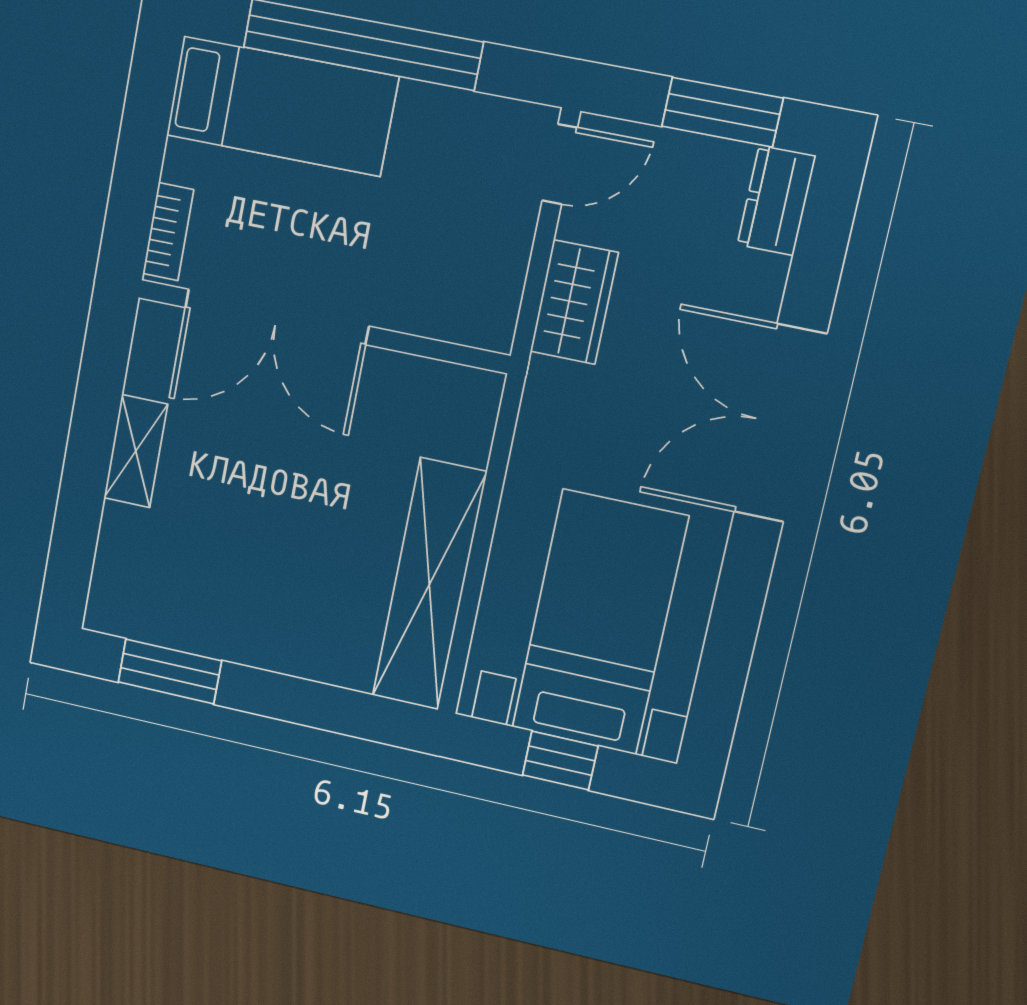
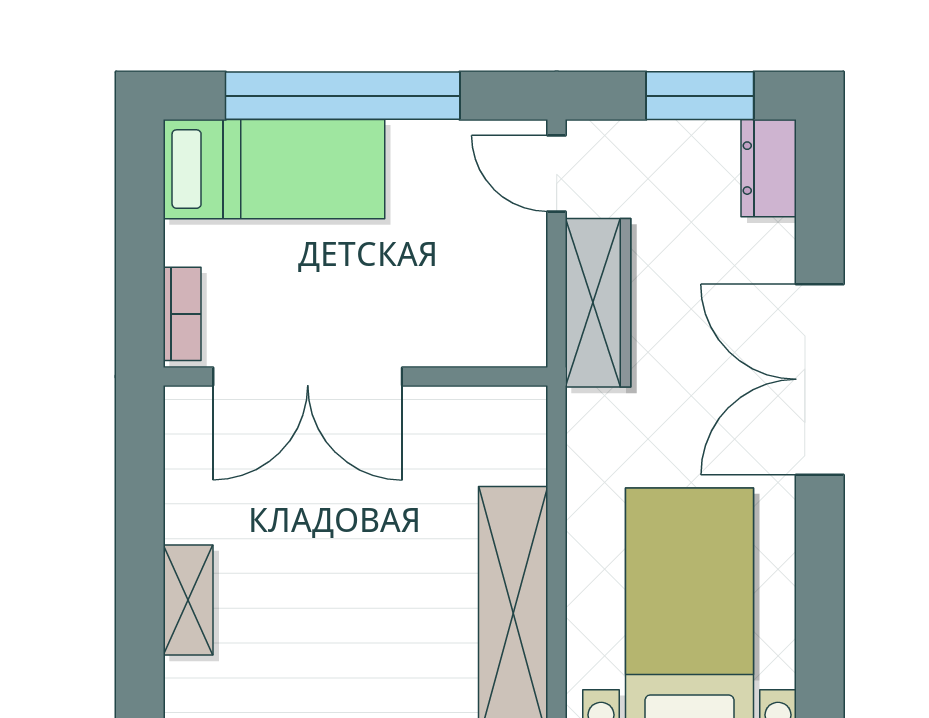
door: (560, 164) -> (557, 174), swing flipped
wardrobe: (574, 302) -> (598, 303), width x1.50
shelving: (136, 451) -> (188, 600), moved

